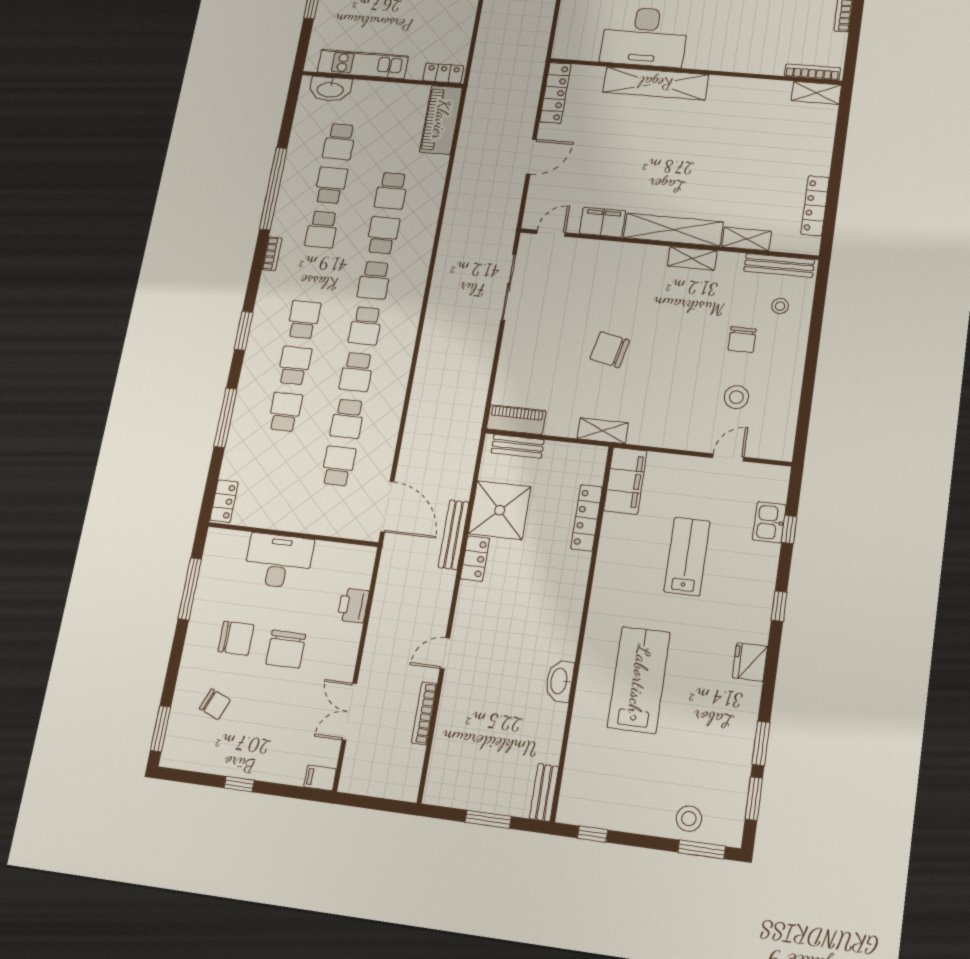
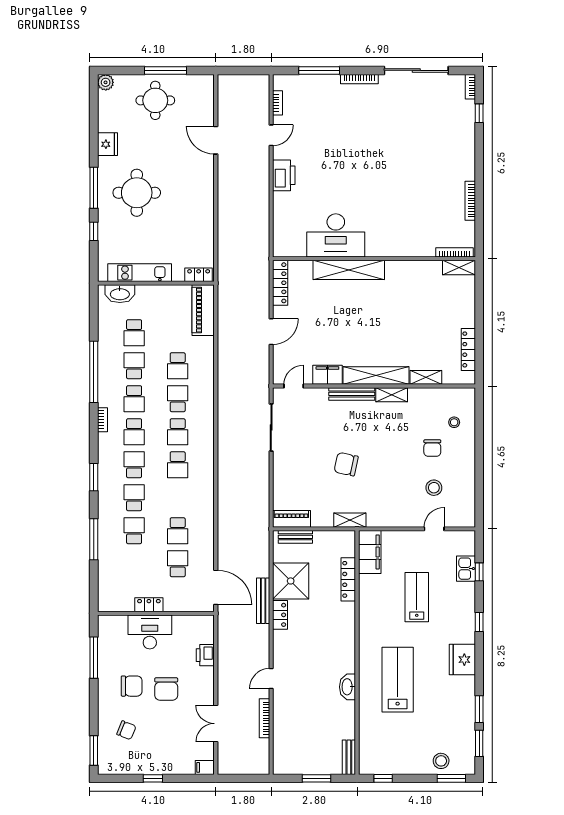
bench: (779, 265) -> (352, 394), moved
school desk: (356, 372) -> (134, 432), moved
locker: (224, 501) -> (149, 605), moved, turned -90
fridge: (750, 662) -> (462, 660), width x1.36, depth x1.34

